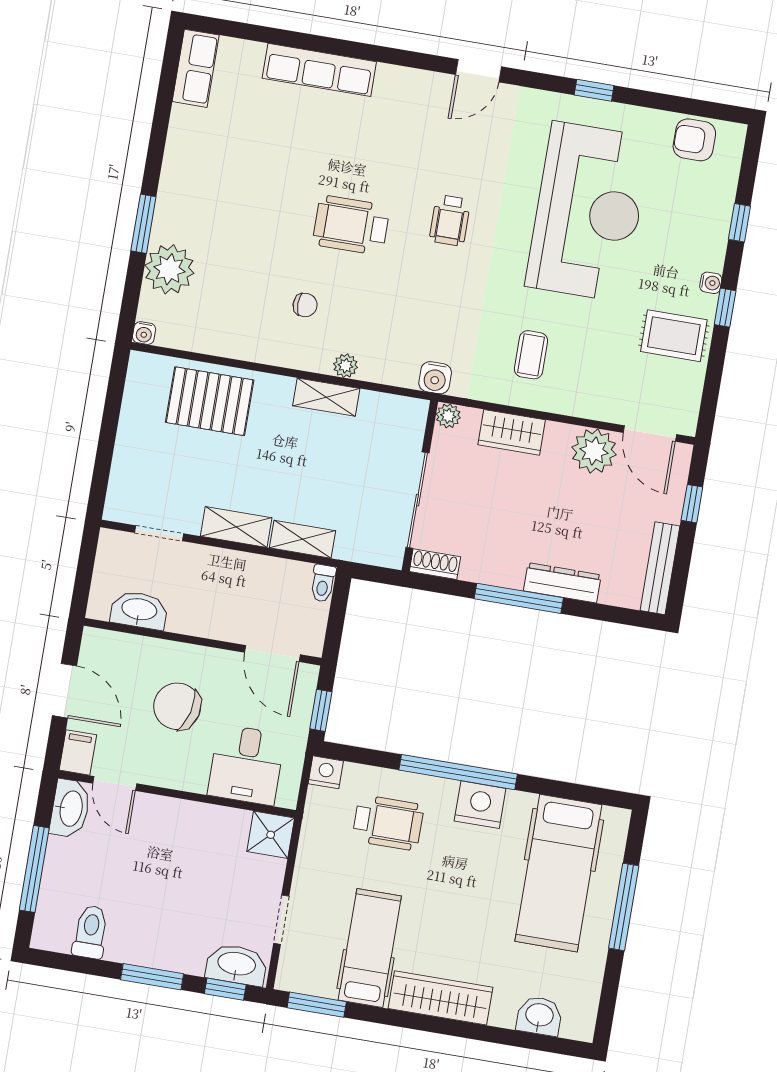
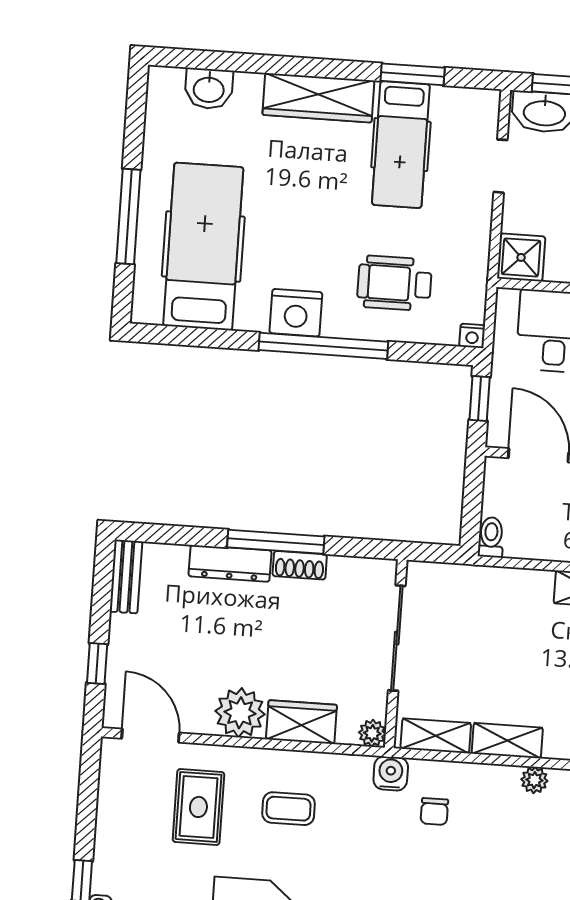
chair: (305, 305) -> (434, 812), moved, turned -90
rug: (674, 336) -> (198, 807), moved, turned 90
coffee table: (531, 355) -> (289, 809), turned 90
plant: (346, 366) -> (534, 780), moved
plant: (594, 451) -> (240, 713), moved
shelving: (302, 539) -> (436, 736), moved
shoe rack: (435, 564) -> (300, 565), moved
bench: (660, 568) -> (126, 577), width x0.73
nightstand: (326, 772) -> (472, 336), width x0.72, depth x0.74
window: (317, 1005) -> (413, 74), moved

